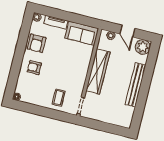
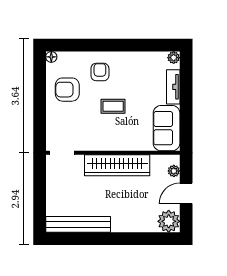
armchair: (37, 43) -> (67, 90), moved
bench: (135, 85) -> (78, 224), moved
coffee table: (59, 98) -> (113, 106), moved

